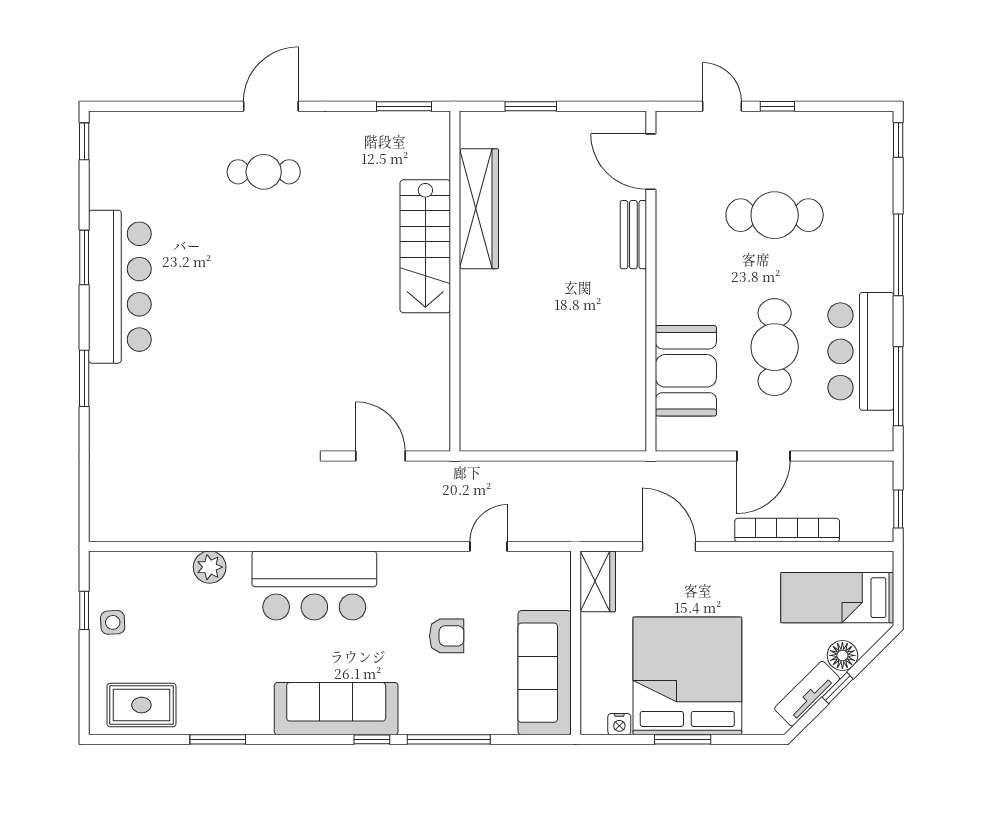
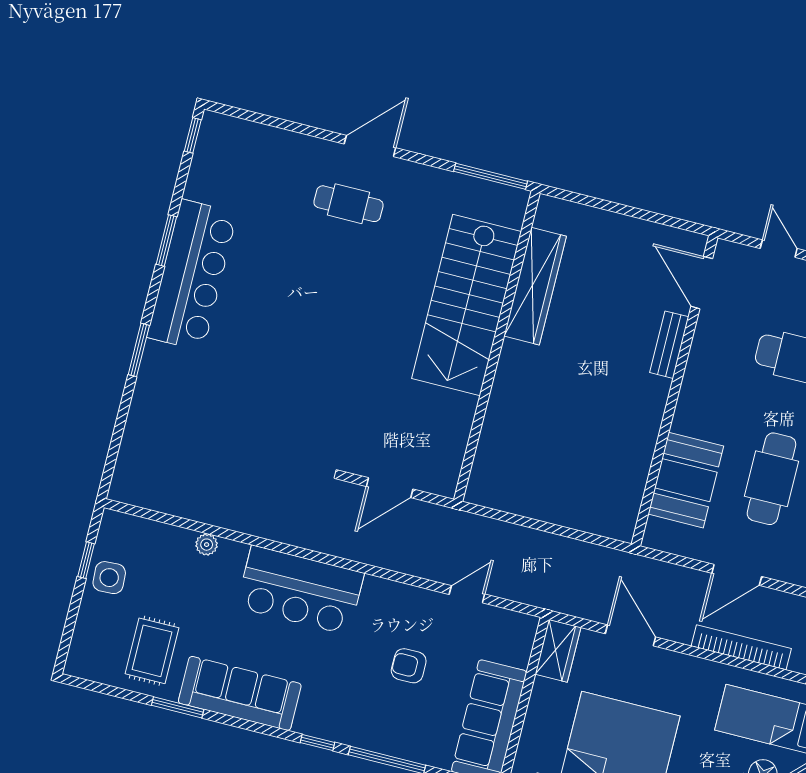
window: (404, 106) -> (491, 176), width x1.44
window: (531, 106) -> (605, 205), removed
stairs: (425, 246) -> (467, 305), width x1.36, depth x1.51
door: (380, 456) -> (390, 488), swing flipped
plant: (210, 567) -> (207, 545), width x0.73, depth x0.73
side table: (113, 622) -> (109, 578), width x1.37, depth x1.37
armchair: (447, 636) -> (409, 666), turned 180
rug: (141, 705) -> (152, 651), moved, turned 90
sofa: (336, 709) -> (240, 693), moved

